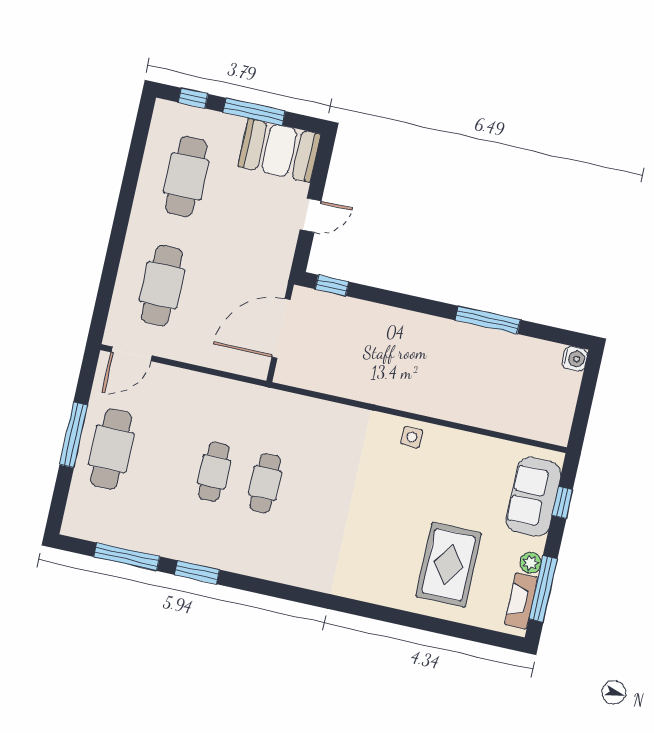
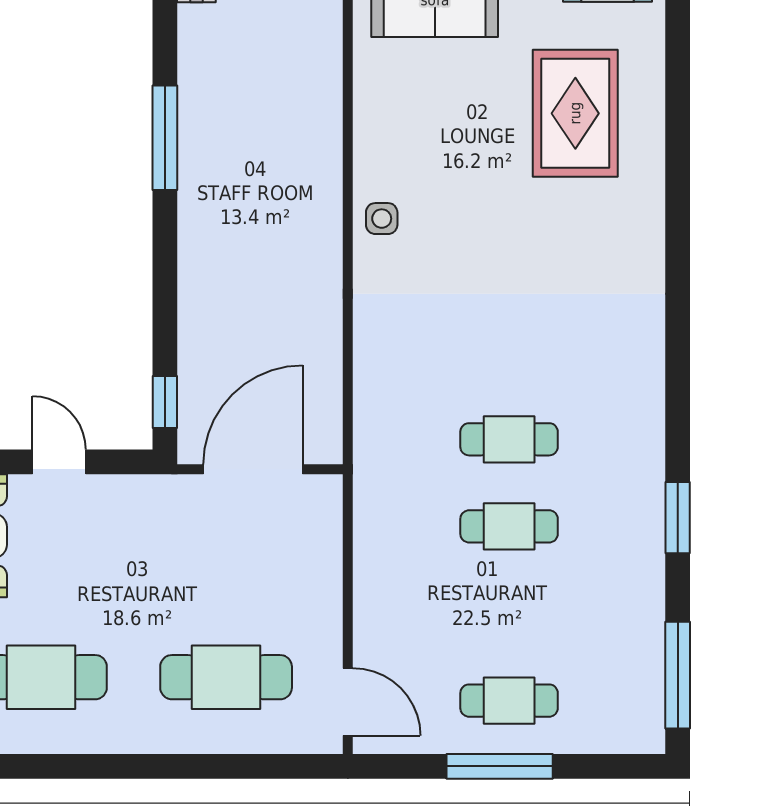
door: (281, 328) -> (253, 469), swing flipped
cafe table: (111, 449) -> (509, 701), width x0.73, depth x0.74
window: (127, 557) -> (678, 675), moved
rug: (449, 565) -> (575, 113), turned 90

